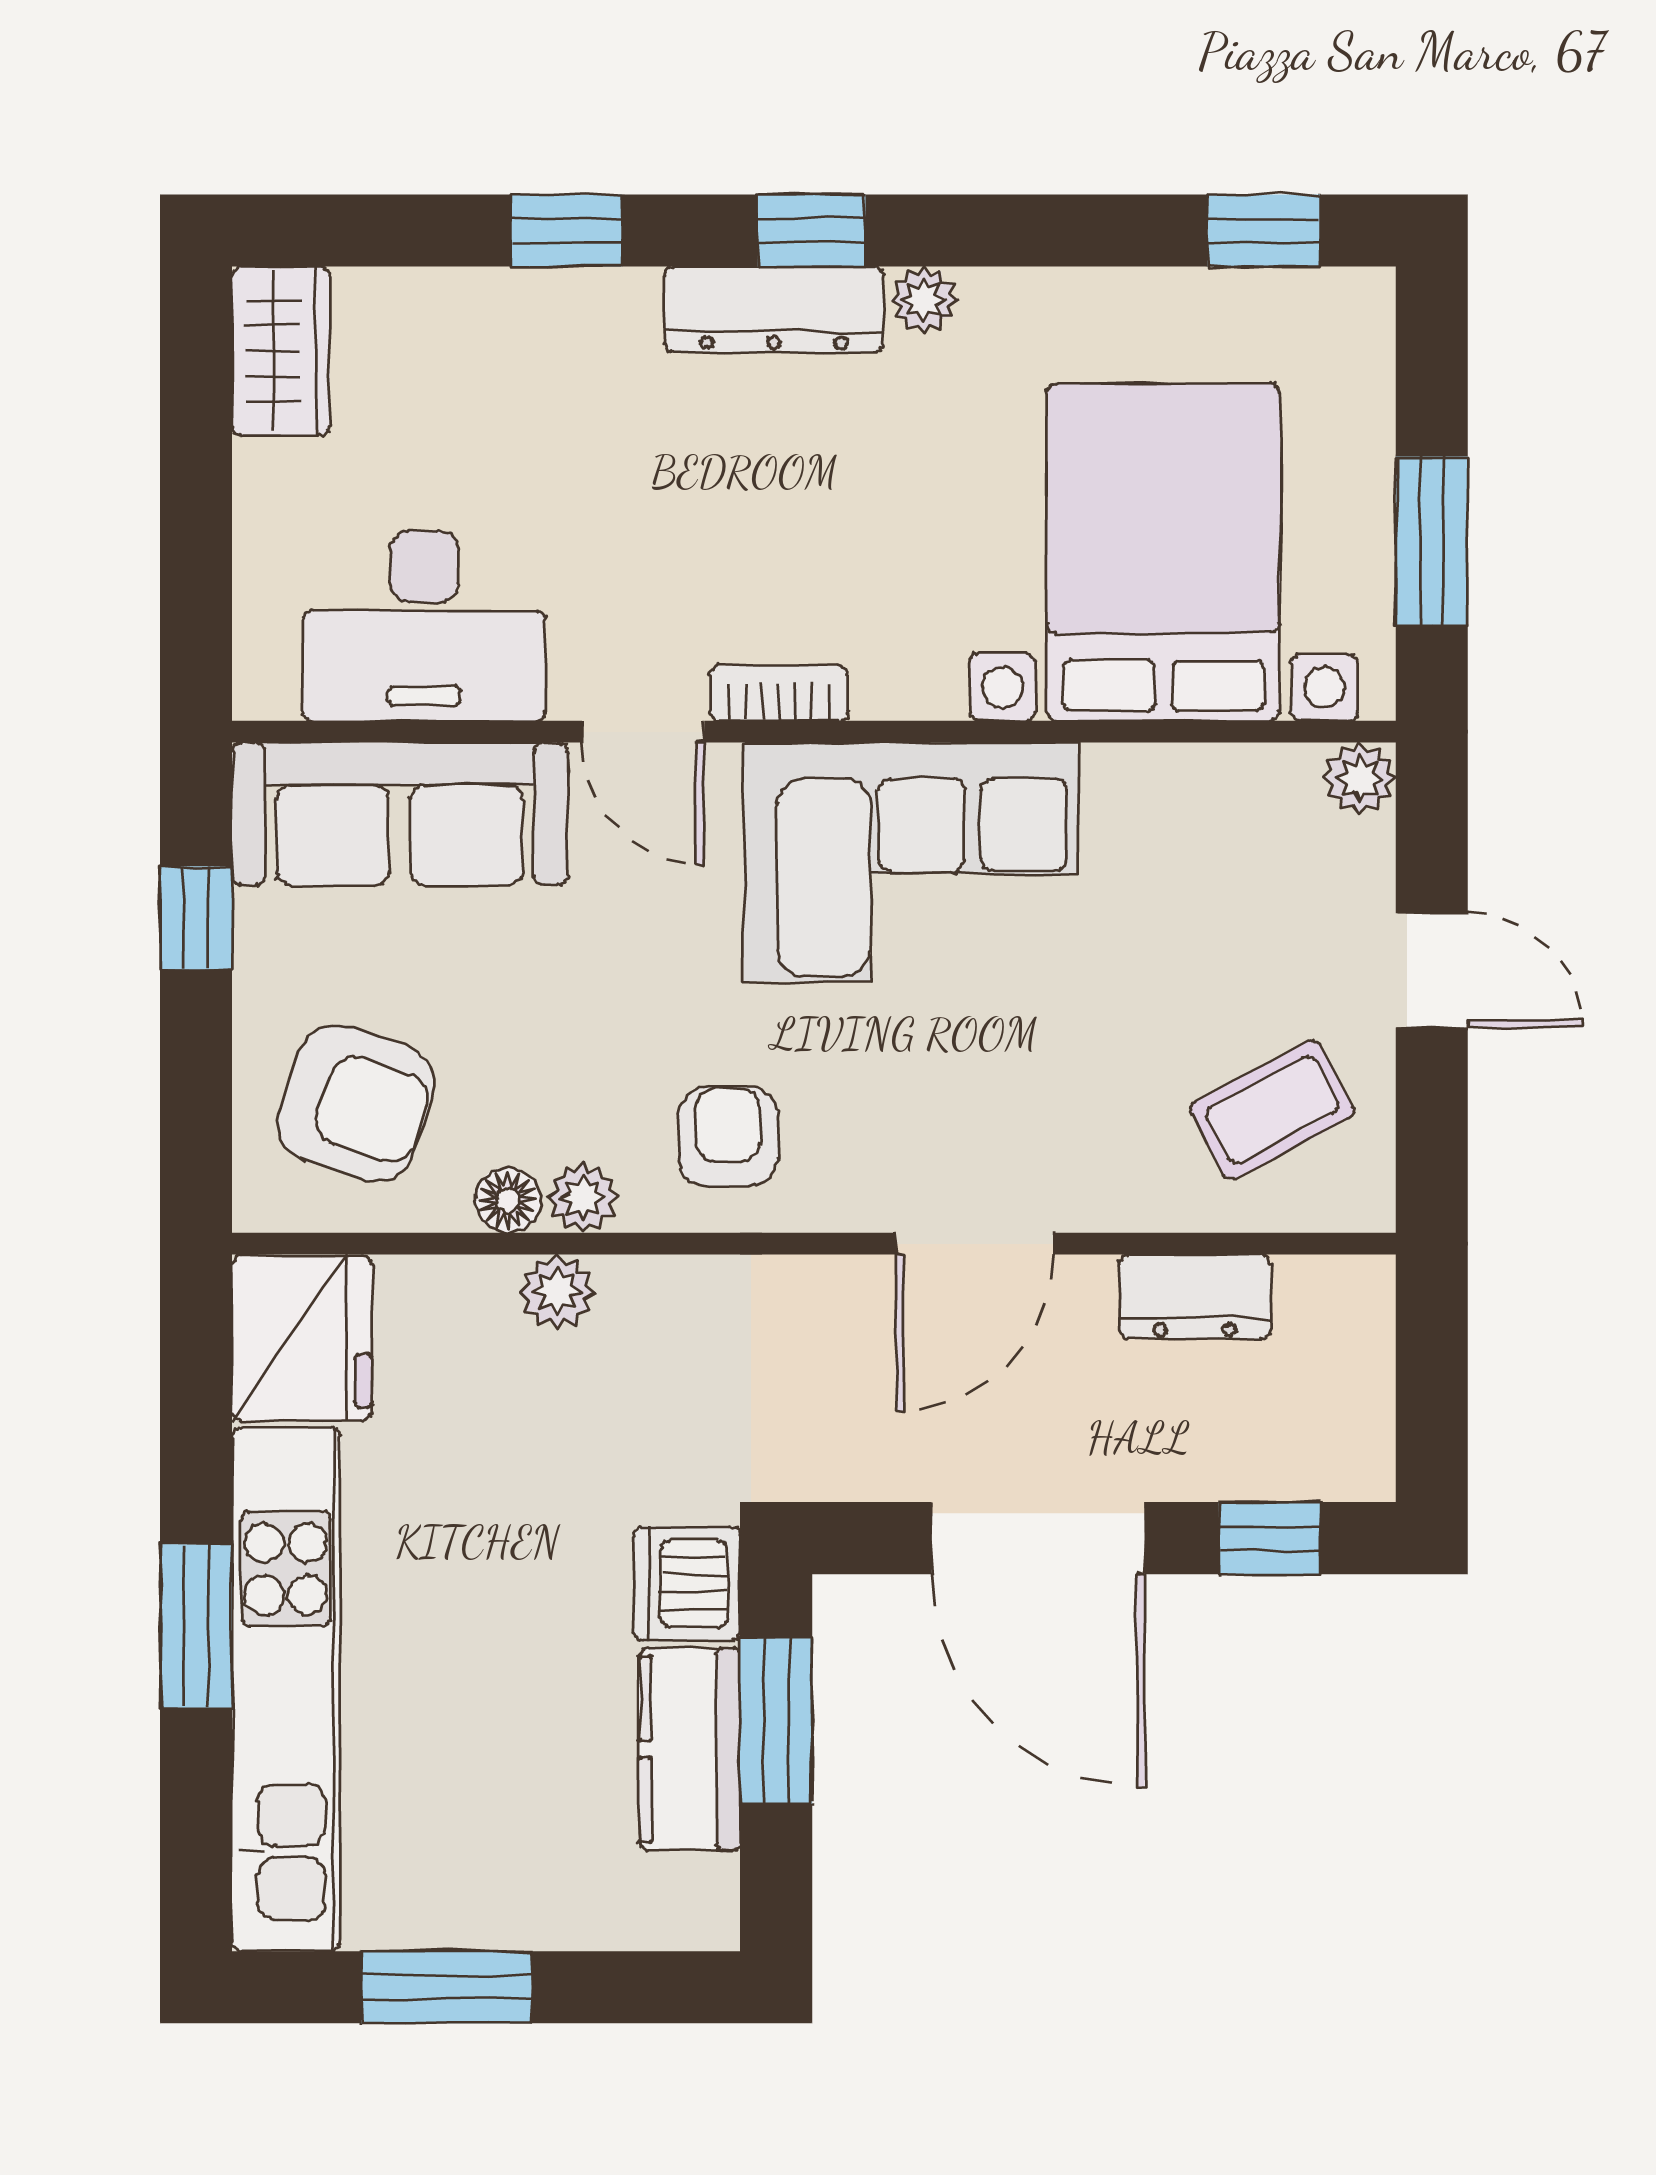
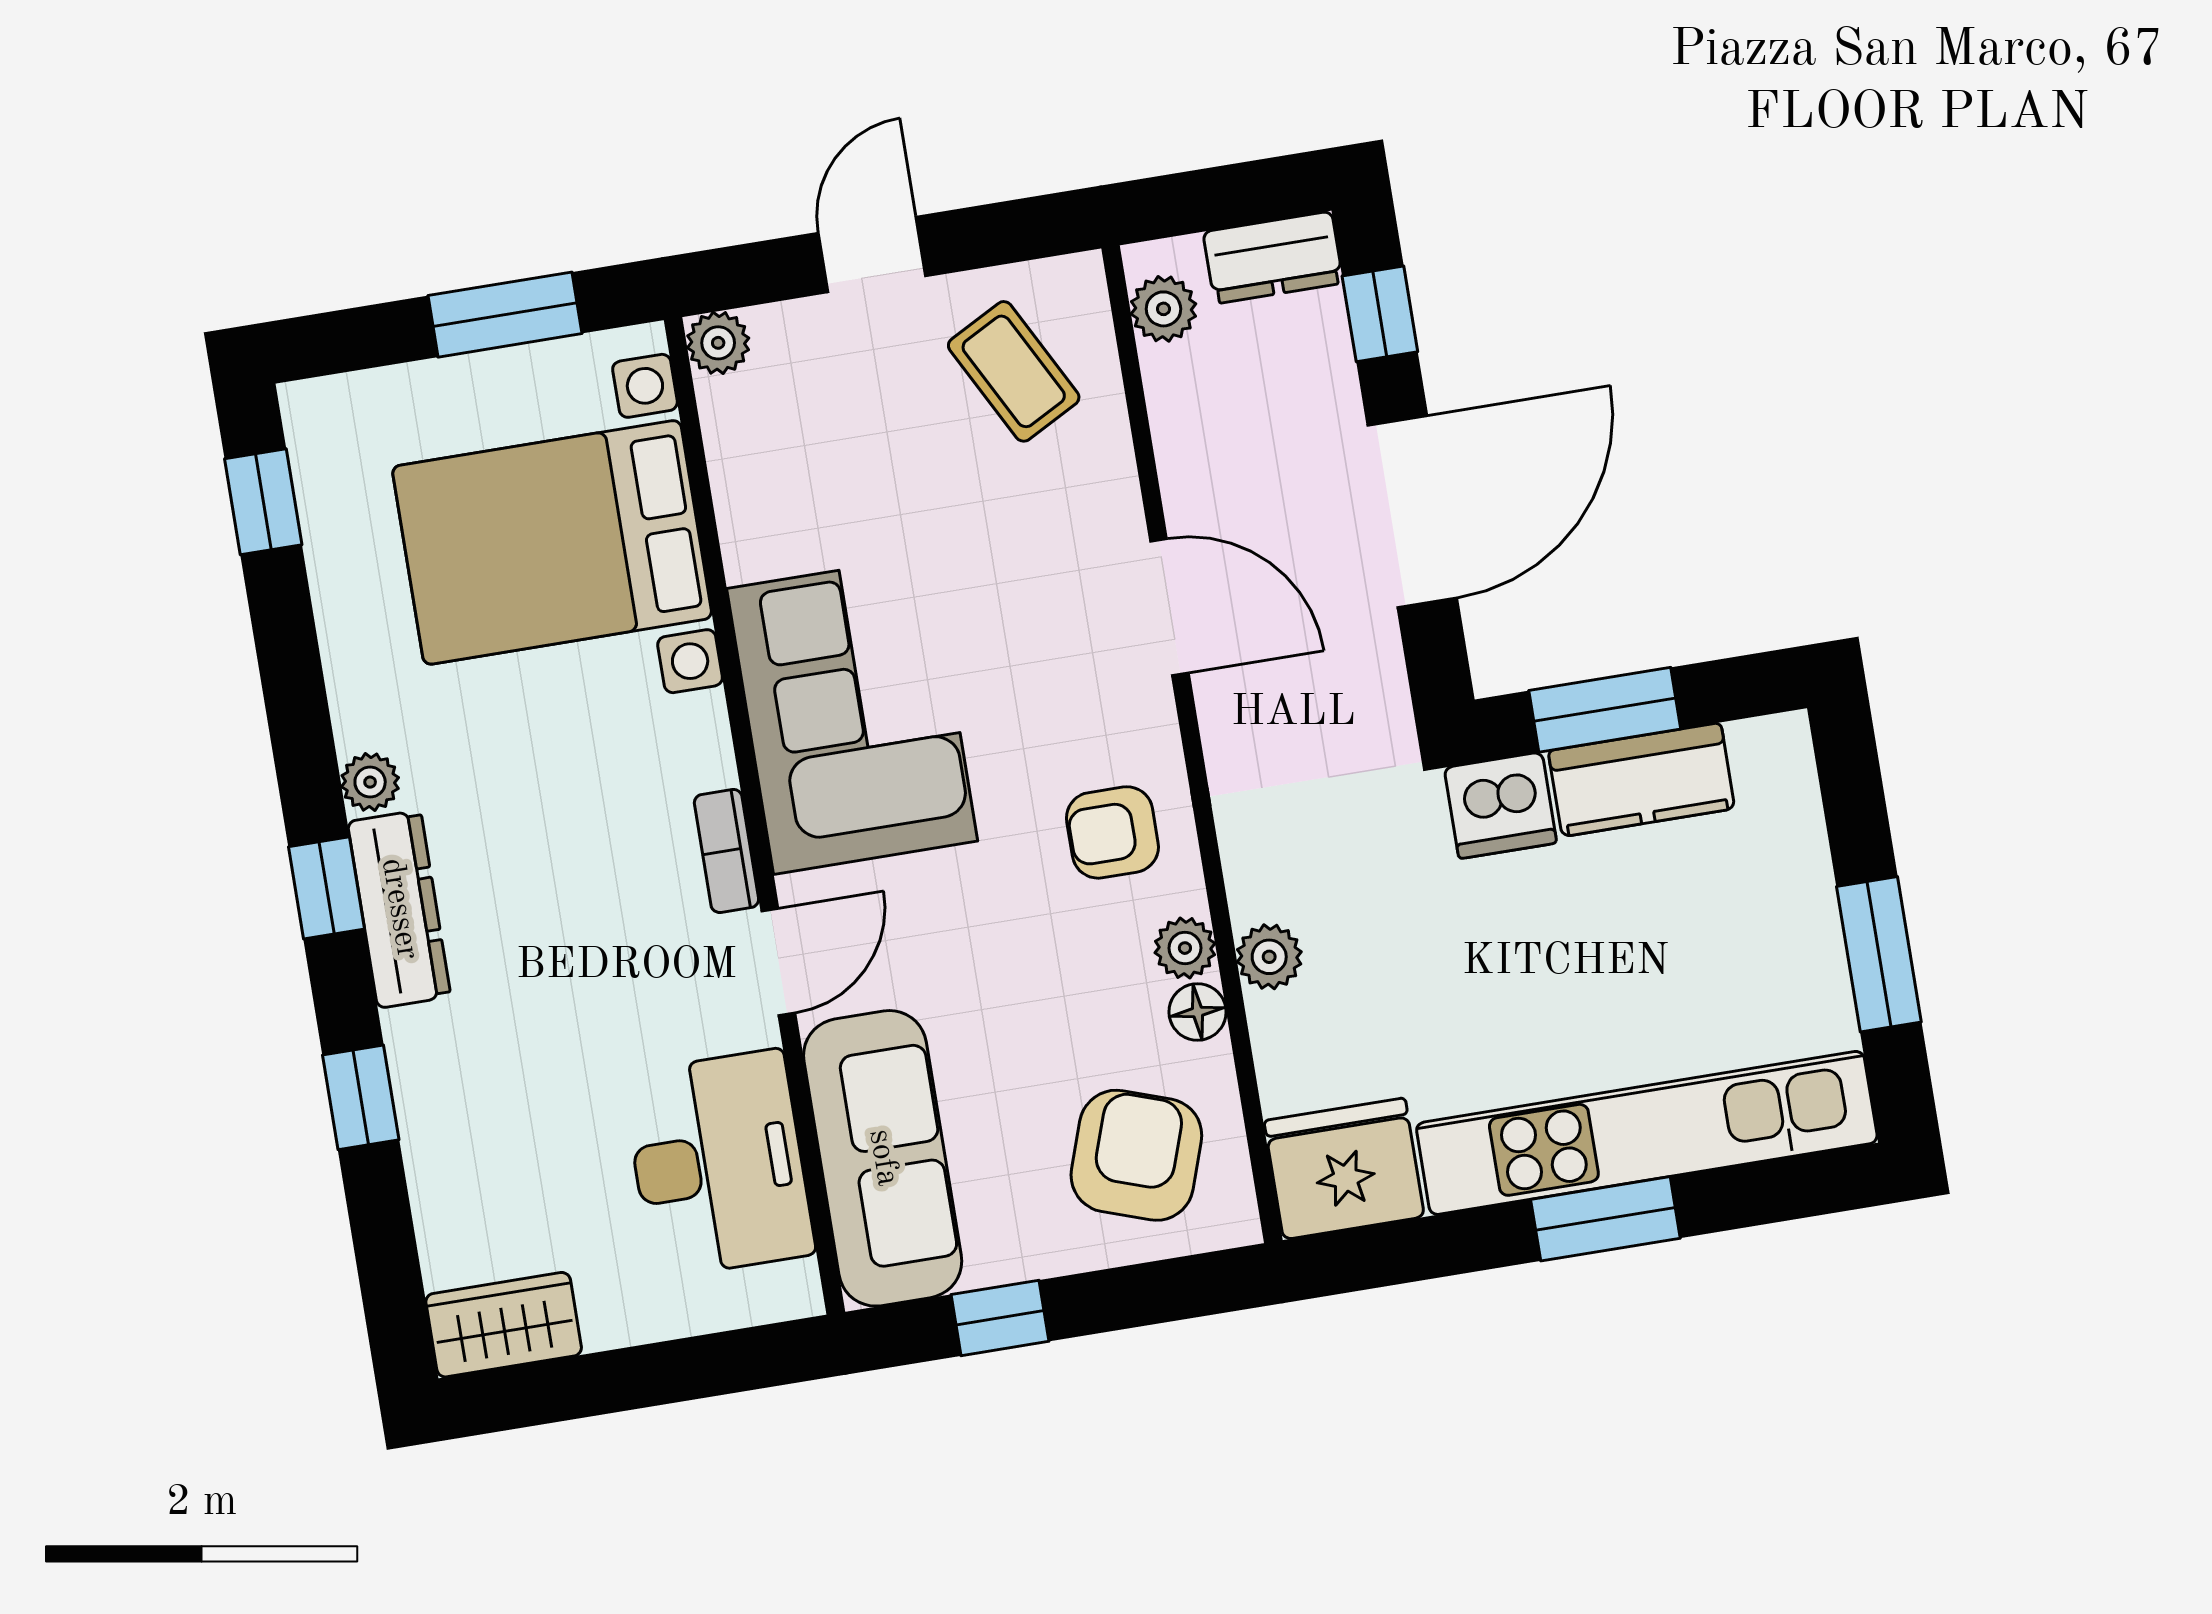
plant: (1315, 1292) -> (1163, 309), added
dresser: (1195, 1297) -> (1273, 257), moved, turned 90

